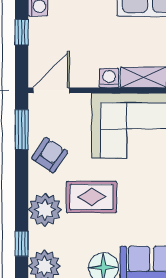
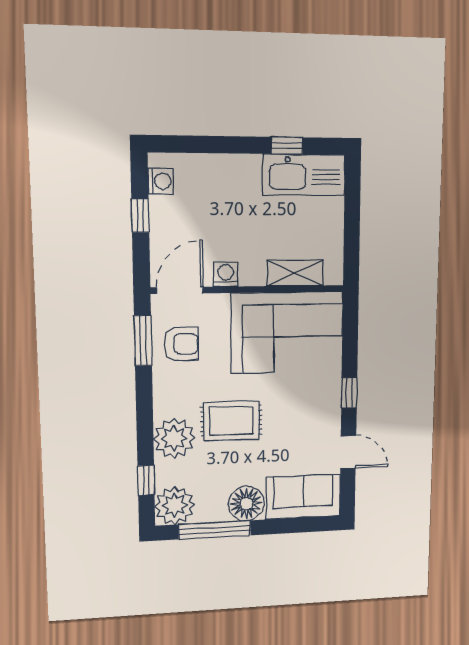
washing machine: (109, 78) -> (226, 274), moved
armchair: (50, 155) -> (181, 344), moved, turned 56

